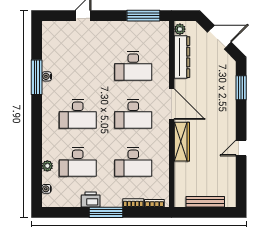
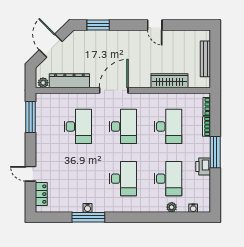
locker: (61, 27) -> (41, 194), added
wardrobe: (182, 142) -> (170, 81), moved

